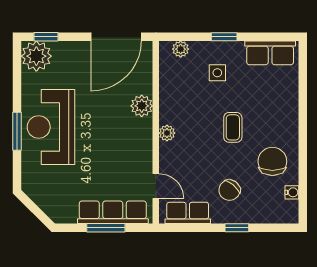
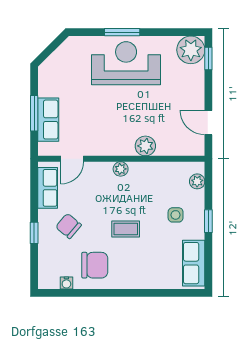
door: (116, 37) -> (208, 123), width x0.53
row of seats: (113, 212) -> (48, 120), width x0.68

